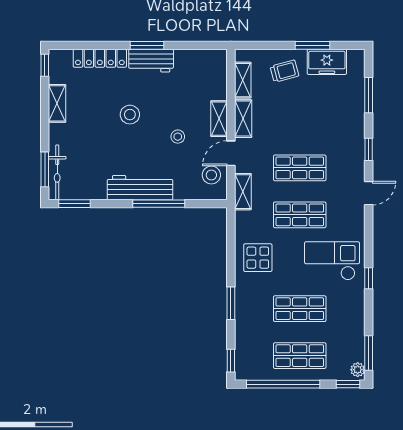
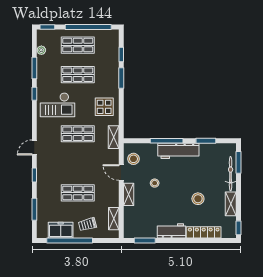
window: (147, 45) -> (145, 240), moved
window: (313, 45) -> (70, 240), width x2.11
stool: (130, 115) -> (198, 199), moved
shelving: (243, 119) -> (113, 194), removed
door: (231, 153) -> (121, 173), swing flipped
shop shelf: (300, 168) -> (78, 193), moved
bicycle: (57, 172) -> (231, 174), moved
shelving: (243, 192) -> (114, 137), moved
window: (74, 204) -> (206, 141), moved
window: (369, 353) -> (34, 68), moved
window: (231, 361) -> (121, 55), moved
plant: (358, 370) -> (41, 50), moved

